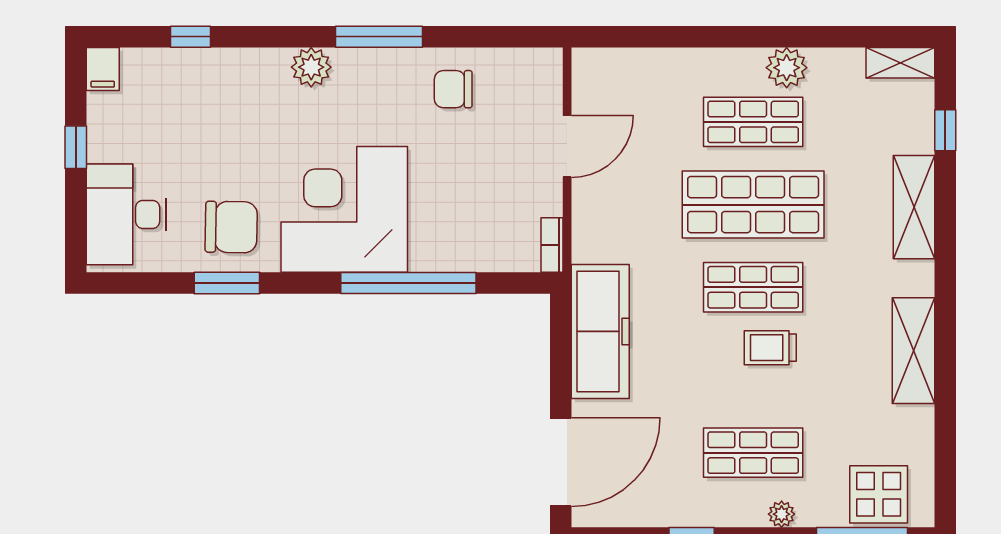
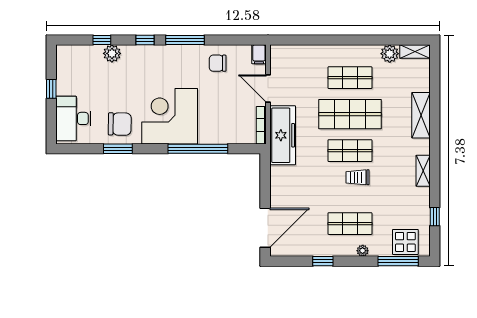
window: (288, 37) -> (145, 40), added
plant: (311, 67) -> (112, 53), moved
plant: (787, 68) -> (390, 54), moved
filing cabinet: (103, 69) -> (259, 54), moved
window: (945, 130) -> (435, 217), moved
door: (567, 146) -> (268, 88), swing flipped
bookcase: (552, 245) -> (261, 125), width x1.56
freezer: (600, 331) -> (283, 135), moved
shelving: (913, 351) -> (423, 171), width x0.67, depth x0.75

